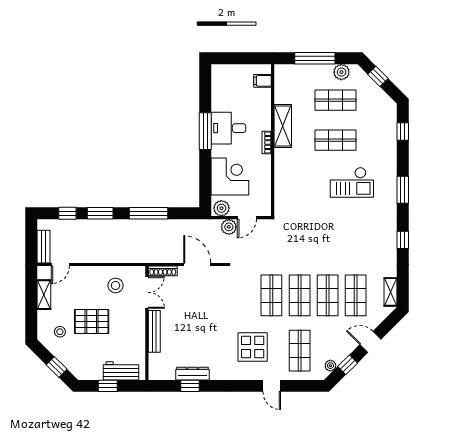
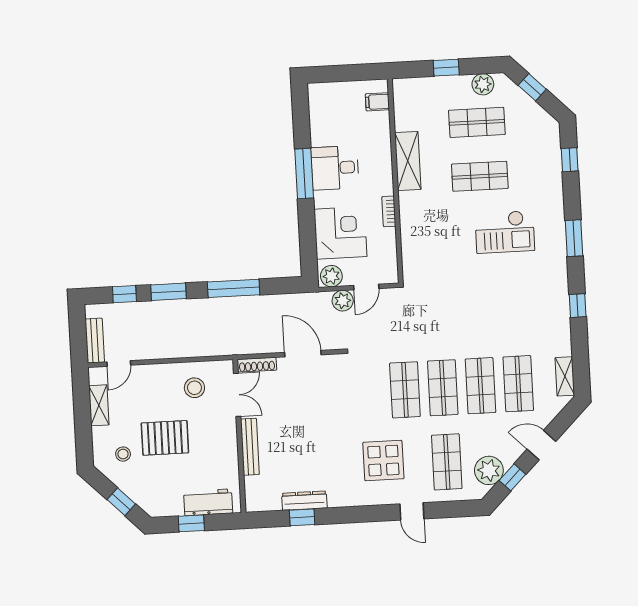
window: (315, 58) -> (446, 68), width x0.46
bookcase: (267, 143) -> (389, 211), moved
plant: (330, 366) -> (489, 470), width x1.88, depth x1.88

